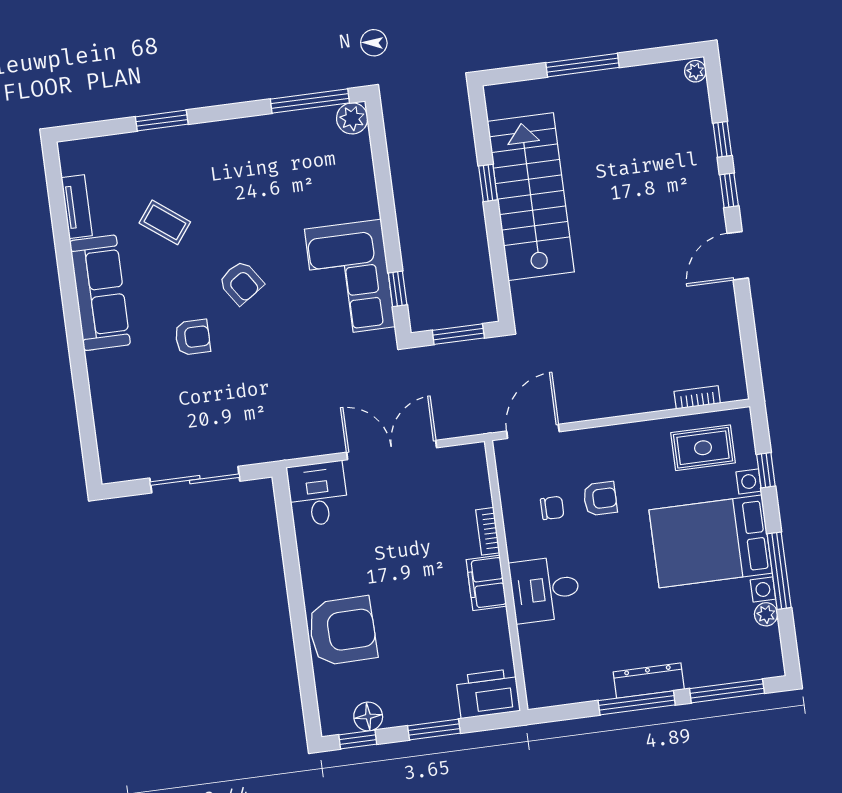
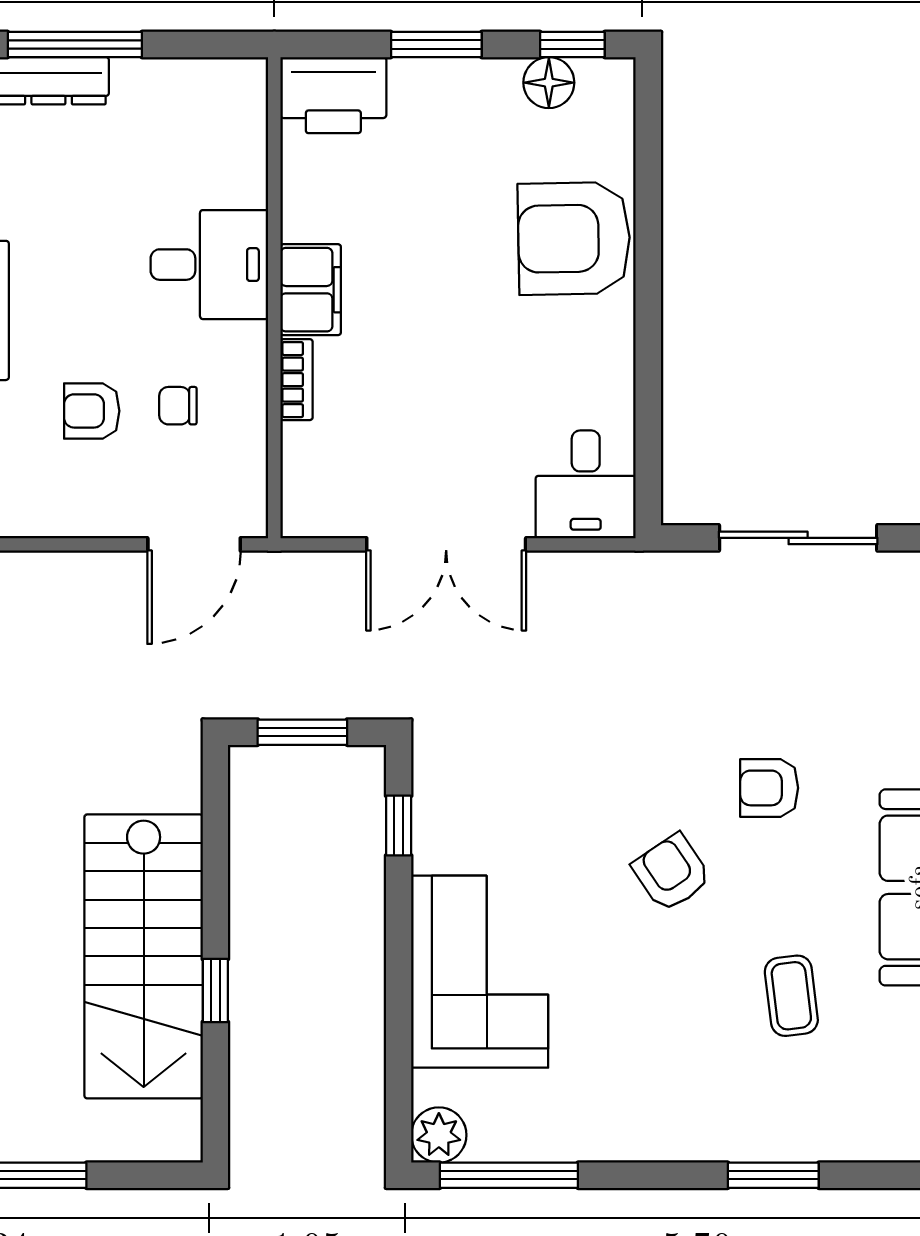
coffee table: (165, 222) -> (791, 996), turned 46
corner sofa: (350, 278) -> (480, 972), moved

